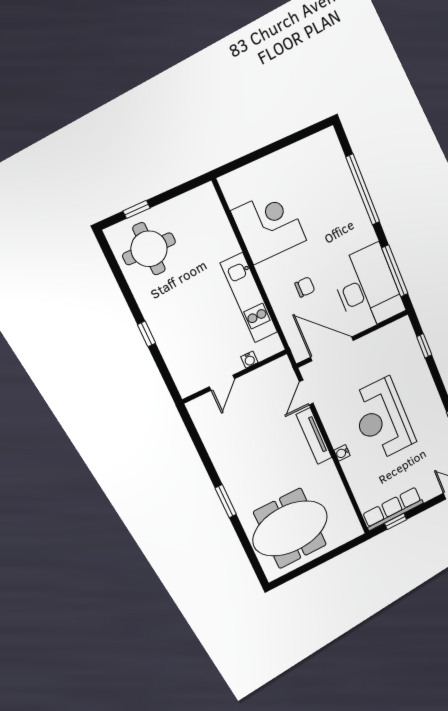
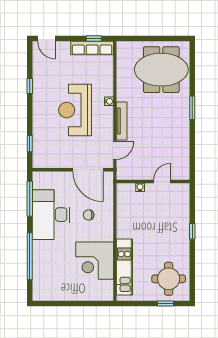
desk: (367, 288) -> (51, 215), moved
kitchen unit: (249, 298) -> (124, 267), moved
reception desk: (382, 419) -> (75, 110), turned 180

